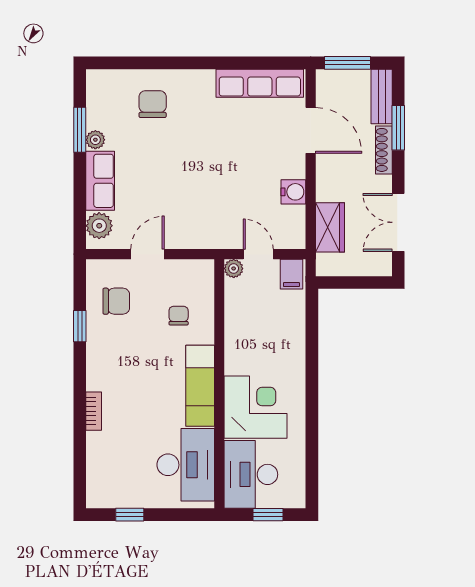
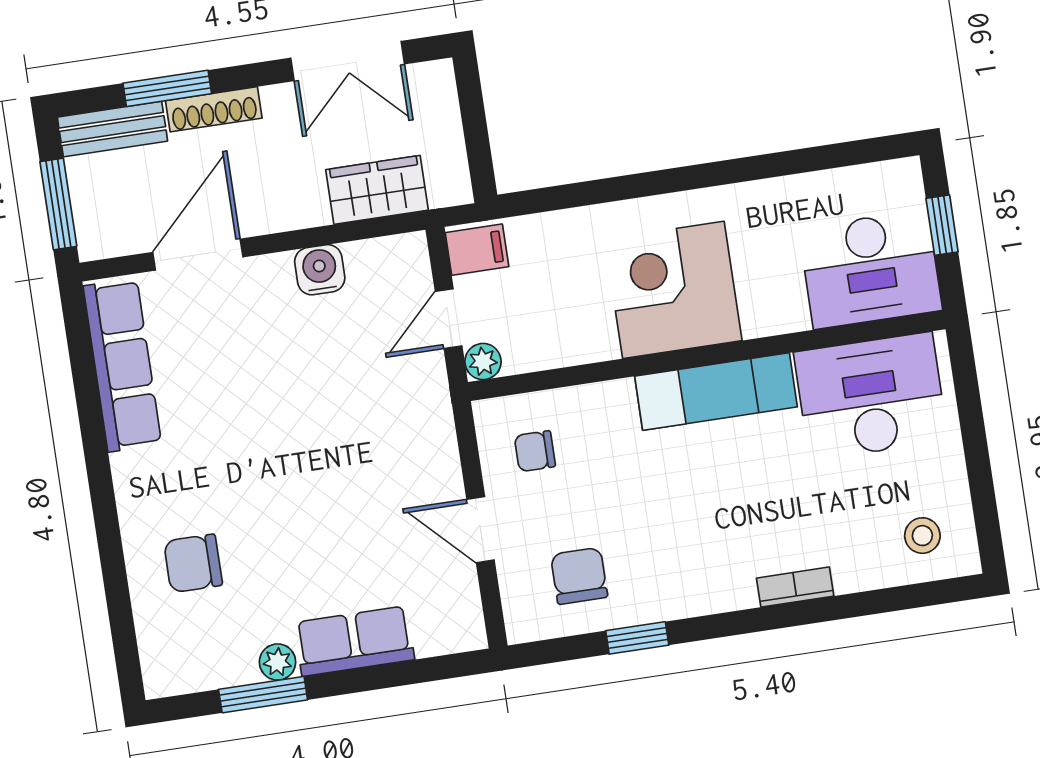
plant: (99, 226) -> (440, 630), removed
chair: (179, 316) -> (535, 451), moved
corner desk: (256, 407) -> (673, 290), moved
stool: (110, 480) -> (922, 536), added
window: (130, 515) -> (982, 488), removed

